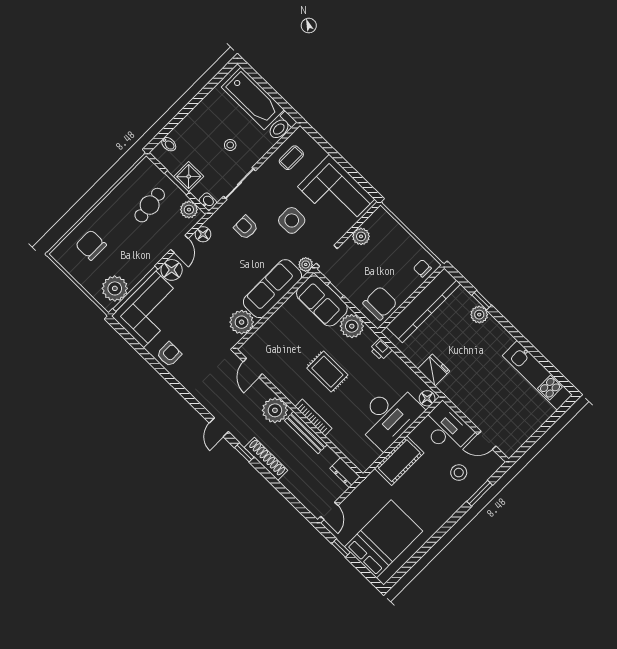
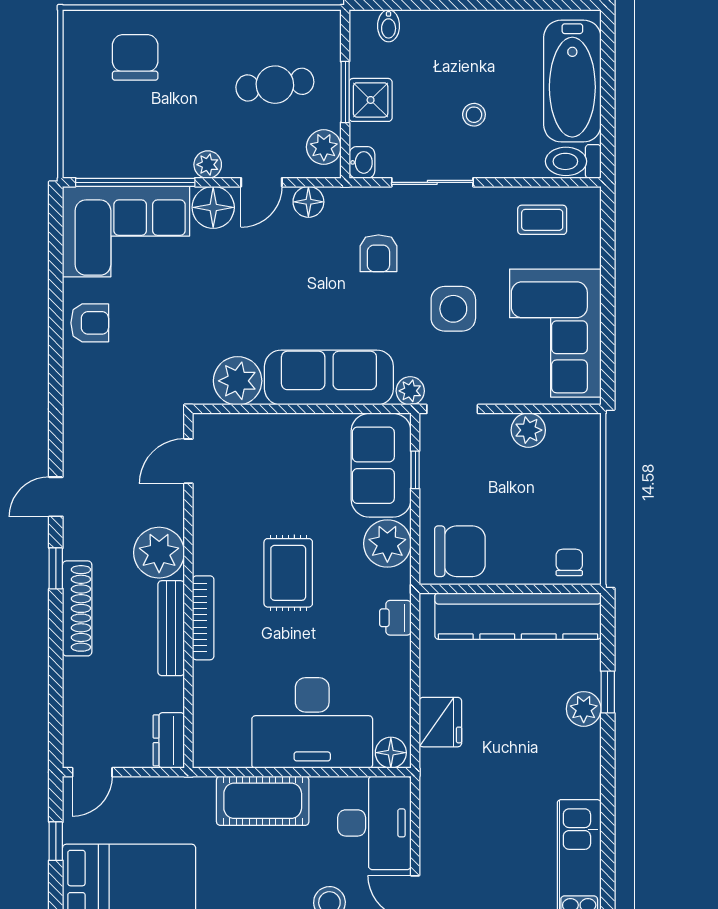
armchair: (246, 227) -> (378, 253), turned 180
plant: (115, 288) -> (208, 165), moved, width x0.53, depth x0.53

